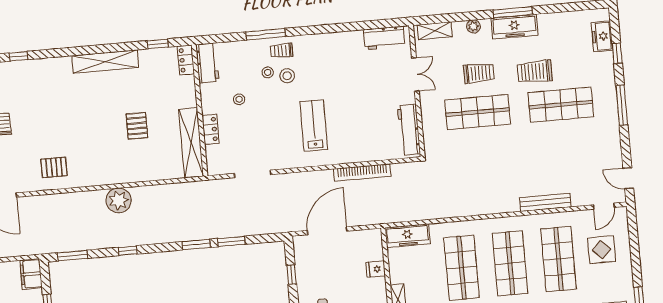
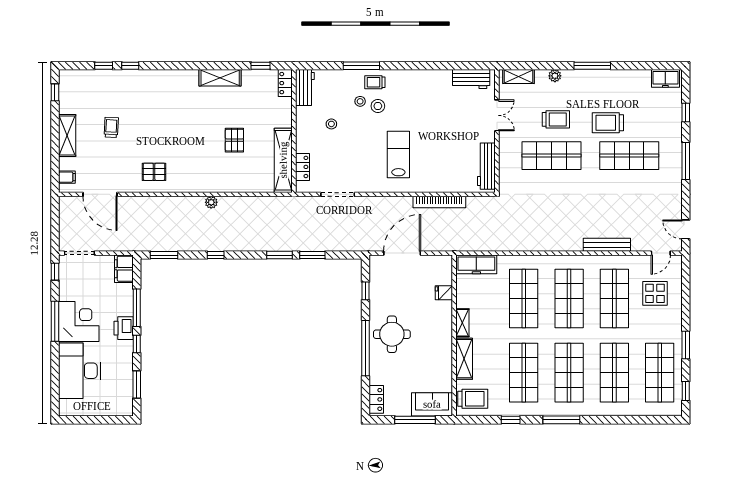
freezer: (514, 27) -> (593, 79), removed
freezer: (602, 36) -> (665, 78), moved, turned -90
shelving: (105, 62) -> (220, 78), width x0.68
locker: (211, 129) -> (302, 167), moved
plant: (119, 200) -> (211, 202), width x0.53, depth x0.53

